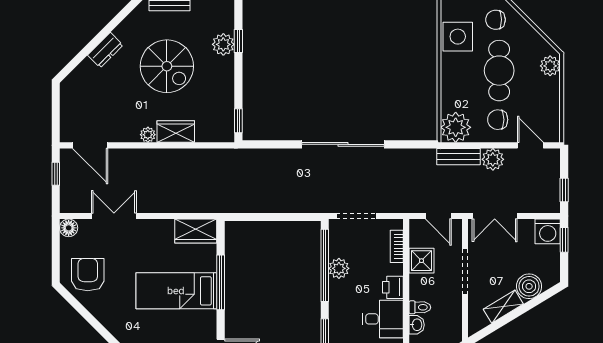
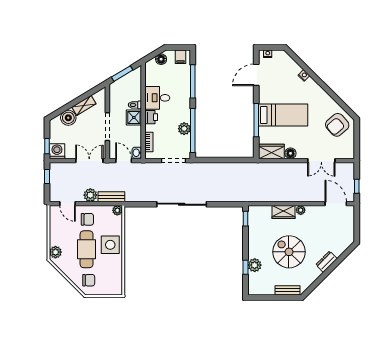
side table: (458, 37) -> (110, 245), moved
plant: (456, 127) -> (117, 210), width x0.53, depth x0.53
floor lamp: (69, 228) -> (290, 153), moved
shower: (421, 261) -> (134, 117), moved
armchair: (88, 275) -> (337, 125), turned 49
washbasin: (417, 325) -> (137, 153), moved

